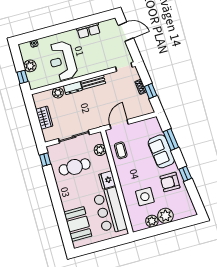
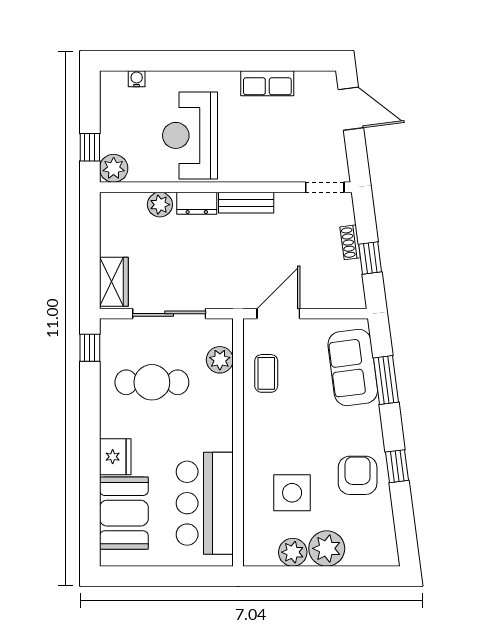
plant: (30, 66) -> (114, 168), moved
wardrobe: (44, 118) -> (114, 282), moved
sofa: (161, 151) -> (353, 368), moved
fridge: (107, 180) -> (115, 457), moved, turned 180
armchair: (170, 182) -> (358, 475), turned 90

